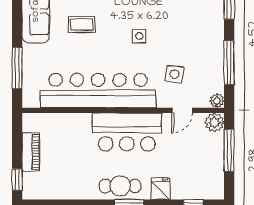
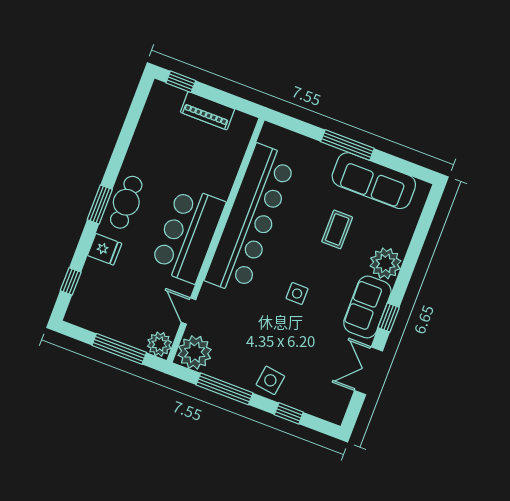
window: (17, 68) -> (347, 145), moved
side table: (175, 74) -> (270, 380), moved
plant: (217, 101) -> (195, 352), width x1.88, depth x1.88

